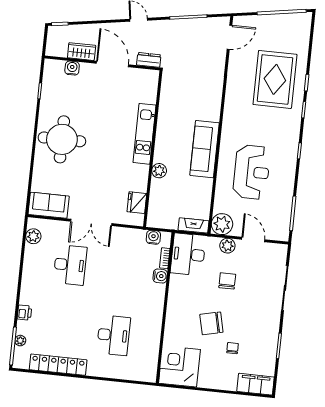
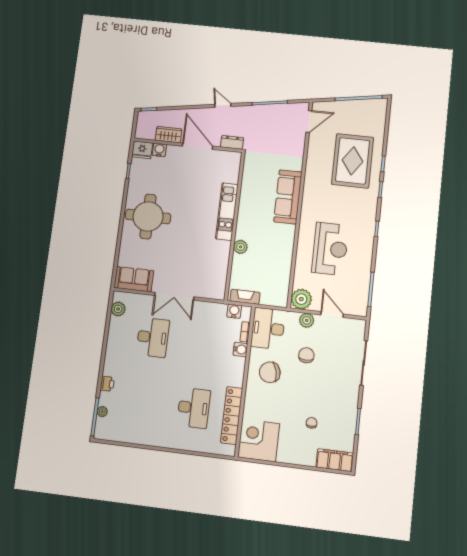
sofa: (205, 149) -> (288, 197), moved
fridge: (137, 203) -> (142, 150), moved, turned -90
fireplace: (193, 225) -> (245, 297), moved
chair: (211, 323) -> (270, 372), moved
locker: (58, 365) -> (232, 416), moved, turned -90

